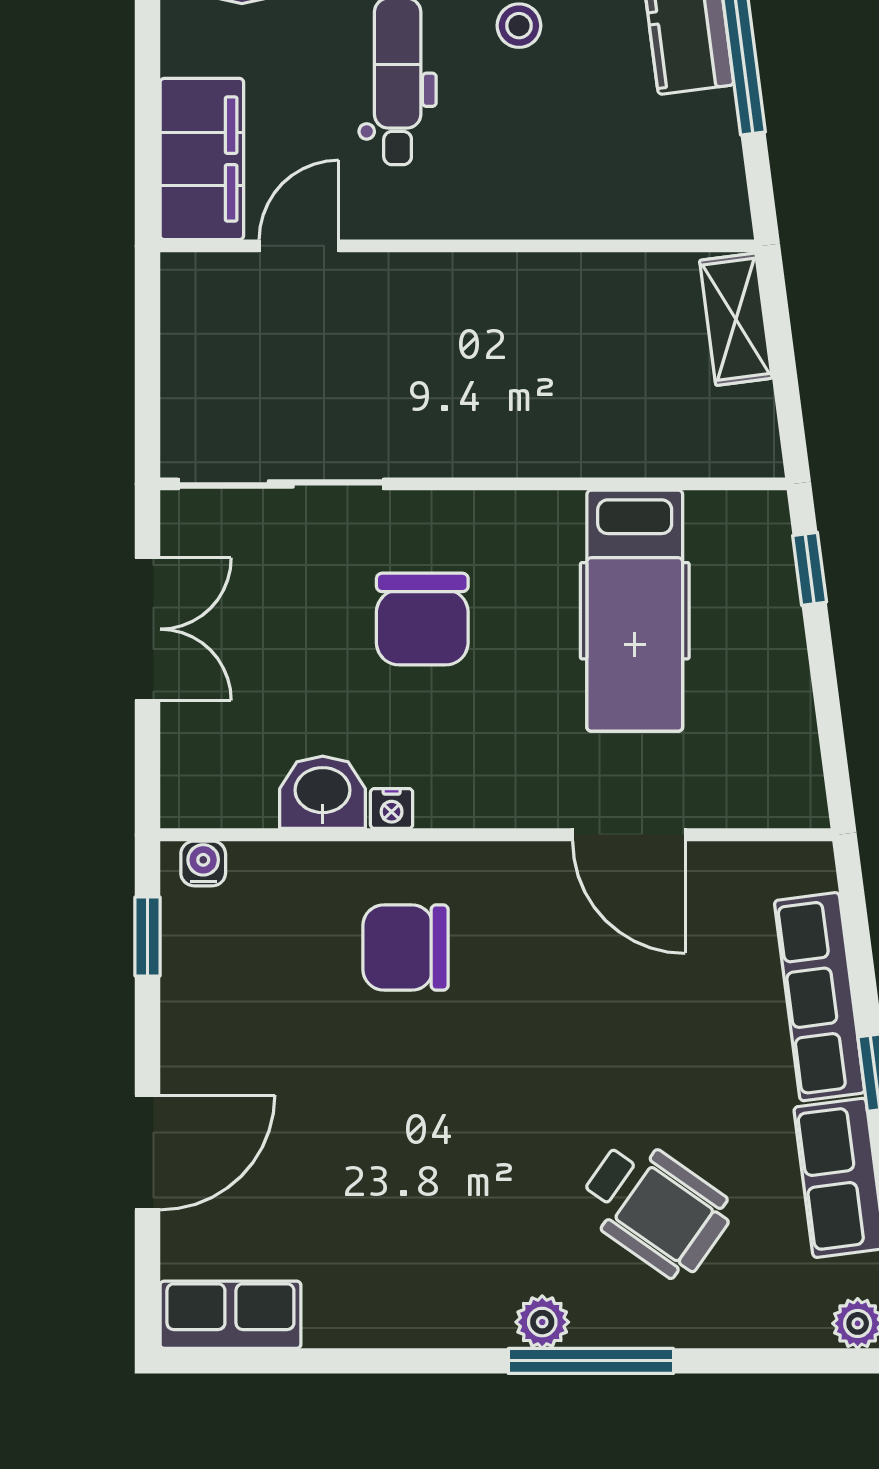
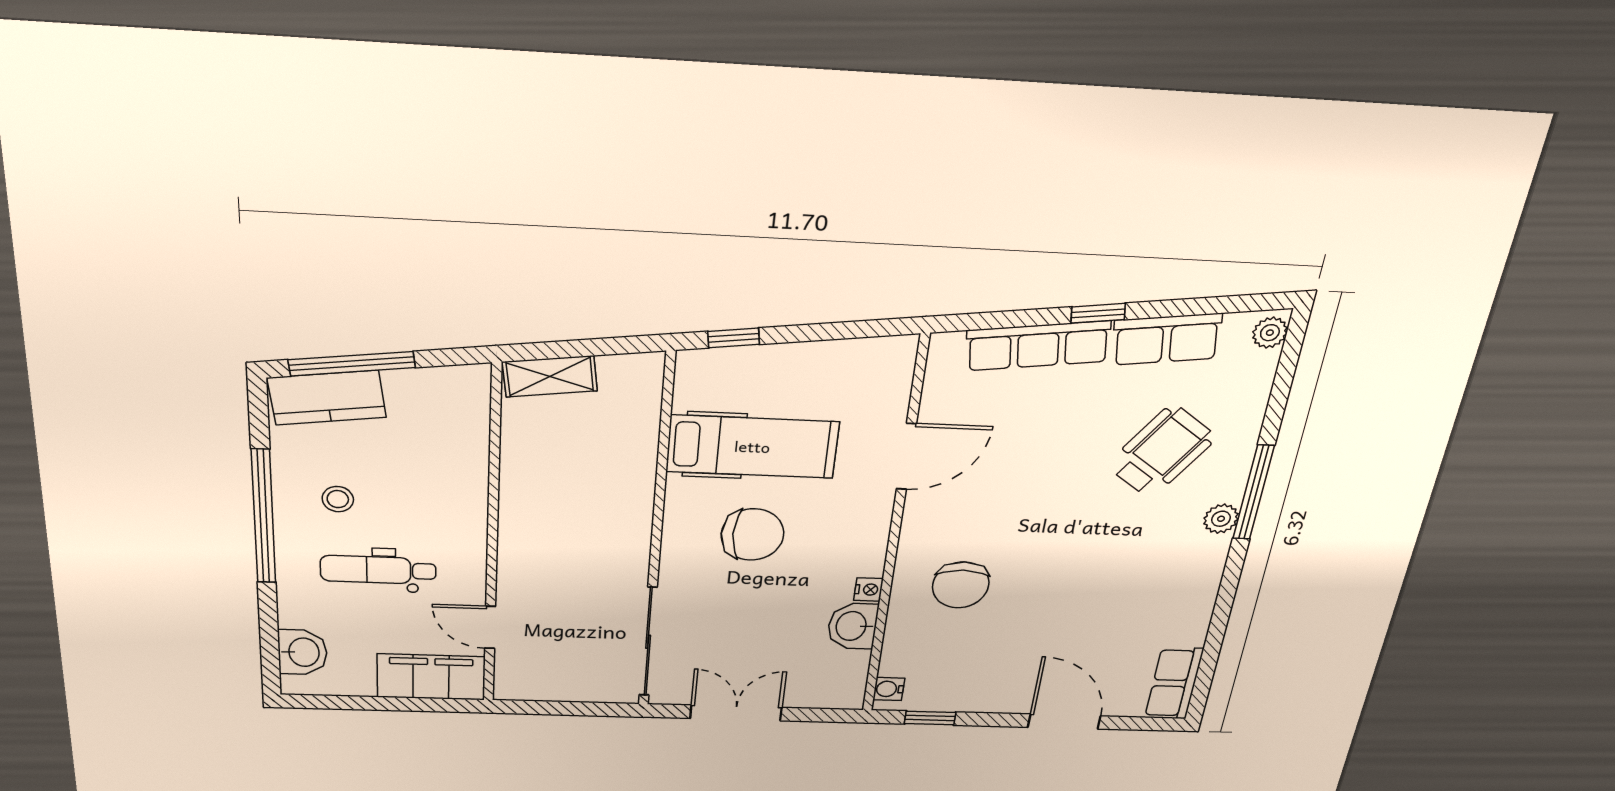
chair: (422, 619) -> (753, 535), moved

